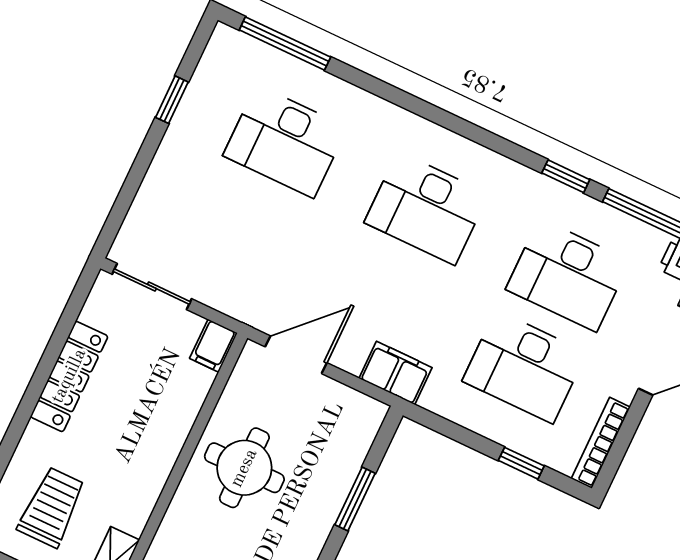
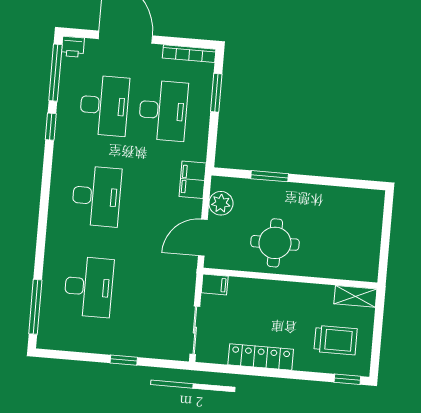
window: (172, 100) -> (124, 360), moved
door: (296, 355) -> (203, 238), hinge flipped
plant: (341, 404) -> (221, 203), added
window: (521, 463) -> (216, 93), width x1.50
trolley: (52, 507) -> (336, 340), turned 180

